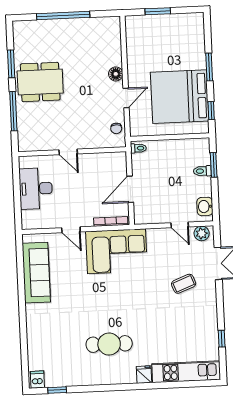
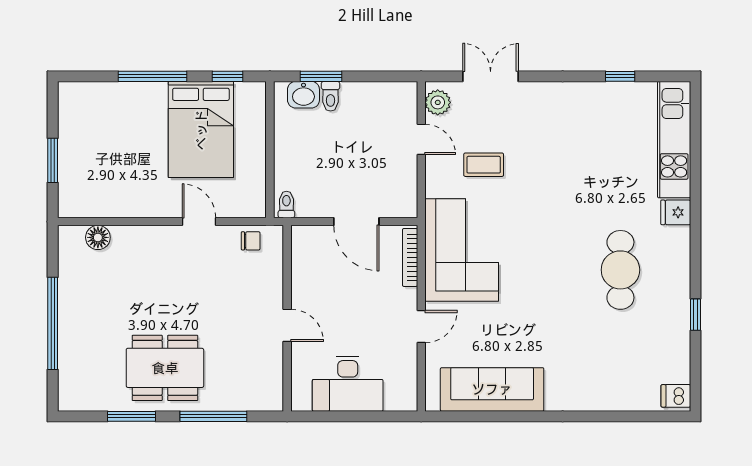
window: (209, 67) -> (152, 76), width x1.44
floor lamp: (116, 74) -> (98, 237), moved
dining table: (40, 82) -> (165, 368), turned 90
bed: (180, 97) -> (201, 130), width x0.73
door: (68, 152) -> (287, 325), hinge flipped
washbasin: (205, 206) -> (303, 95), moved
door: (180, 225) -> (421, 139), hinge flipped
coffee table: (184, 284) -> (484, 165), moved, turned -69
window: (57, 390) -> (695, 315), moved

